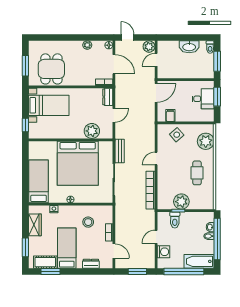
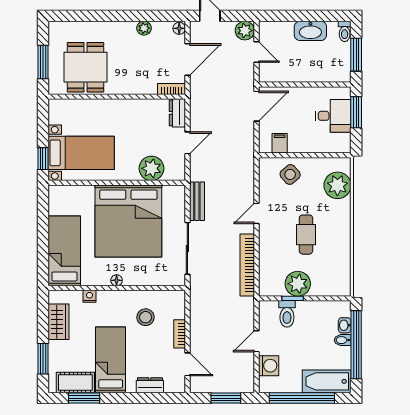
door: (156, 60) -> (256, 52), swing flipped
door: (114, 64) -> (187, 60), hinge flipped
bed with nightstands: (49, 105) -> (81, 153), moved
cafe table: (197, 173) -> (306, 235), moved

